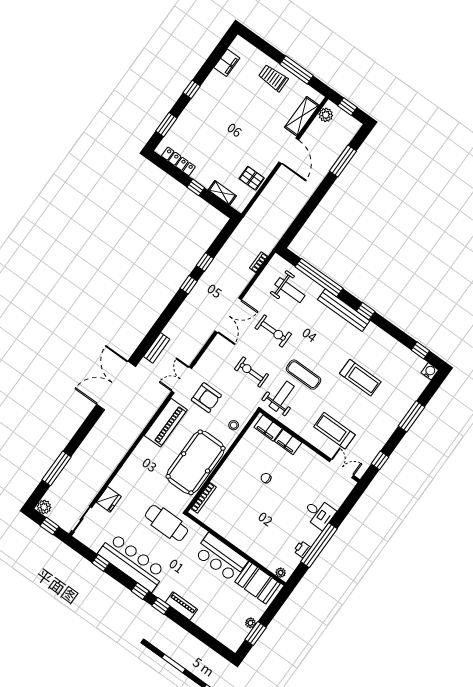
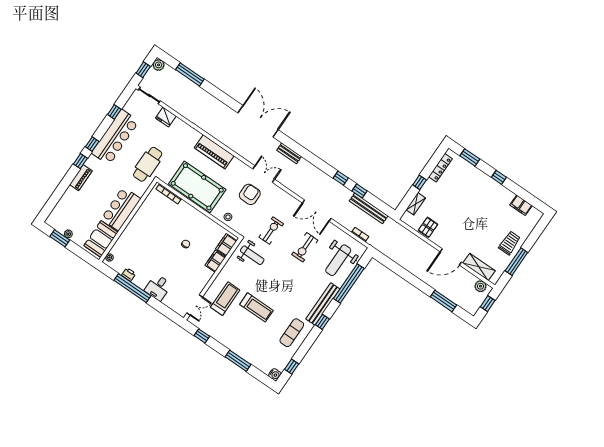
bench: (227, 251) -> (369, 208), added
weight bench: (290, 290) -> (338, 260), width x1.36, depth x1.33
exercise mat: (303, 375) -> (292, 333), moved
treadmill: (360, 378) -> (256, 307), moved, turned -90
armchair: (206, 398) -> (250, 194), turned 180
piano: (166, 423) -> (214, 152), moved

